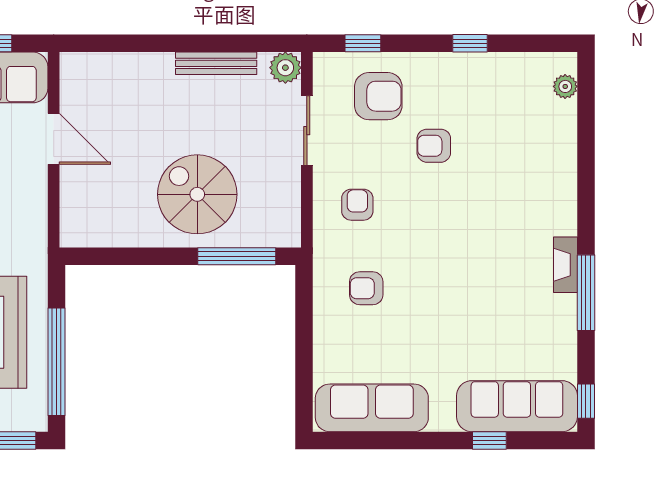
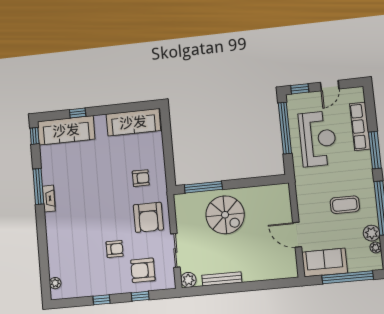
window: (363, 43) -> (140, 296), moved
armchair: (357, 205) -> (148, 217), width x1.88, depth x1.88

